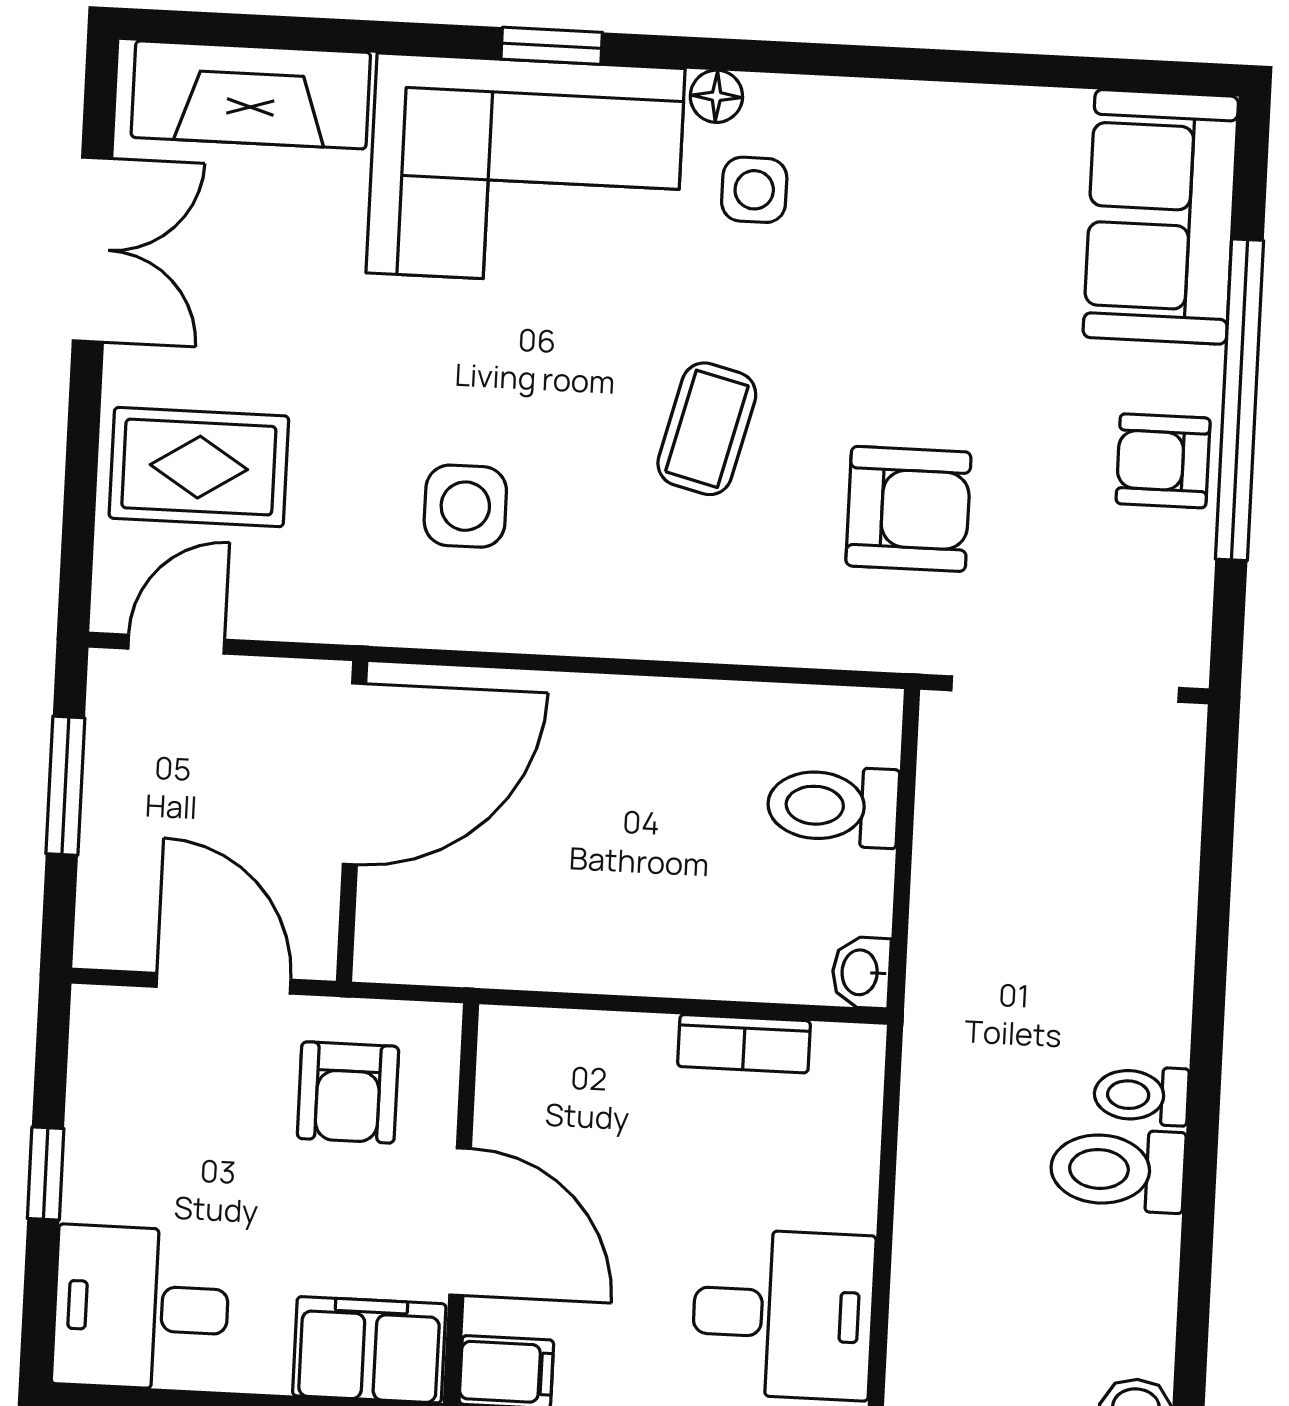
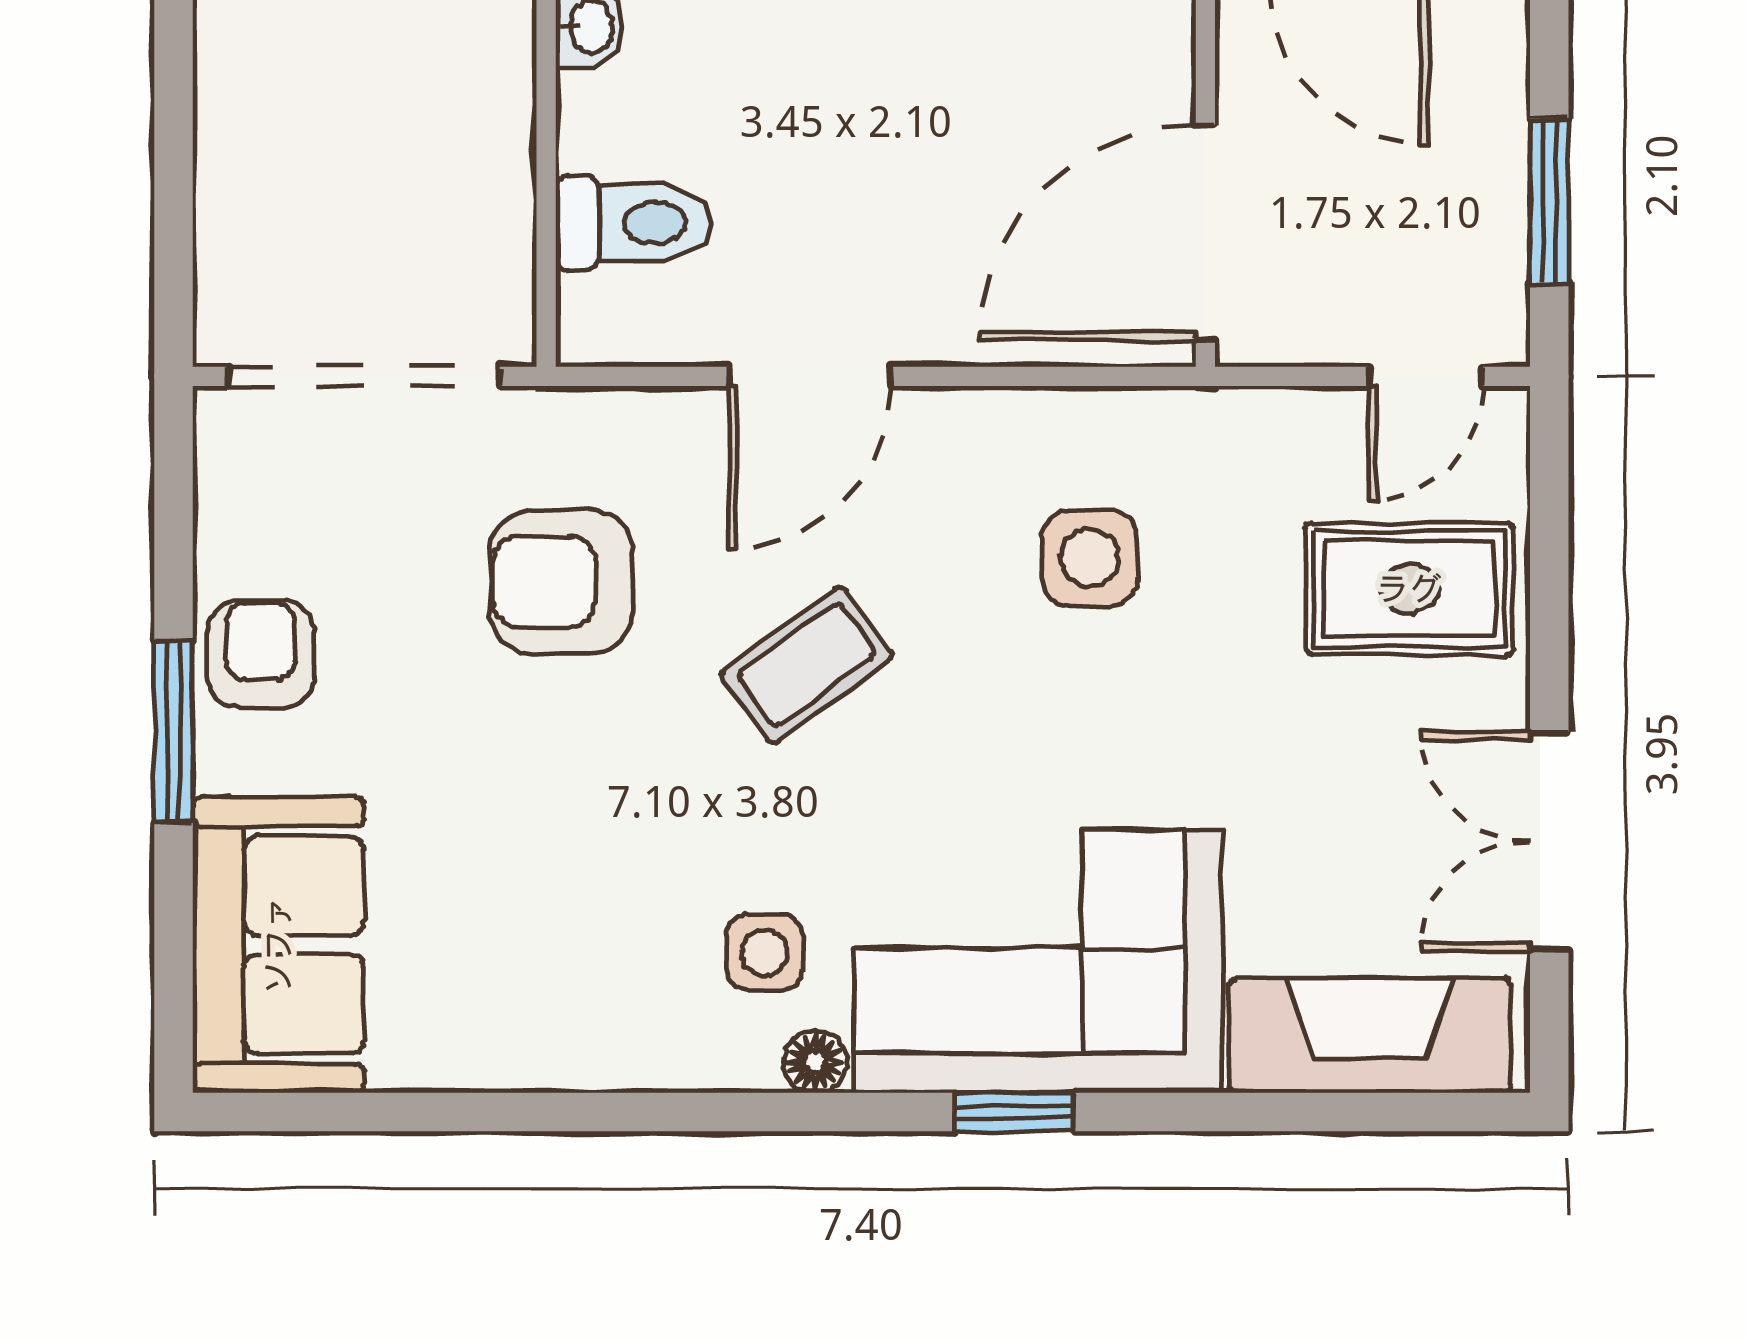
window: (1239, 400) -> (174, 732), width x0.47
coffee table: (707, 429) -> (806, 665), turned 40
armchair: (1163, 461) -> (261, 654), turned -90
door: (692, 670) -> (810, 376), added

